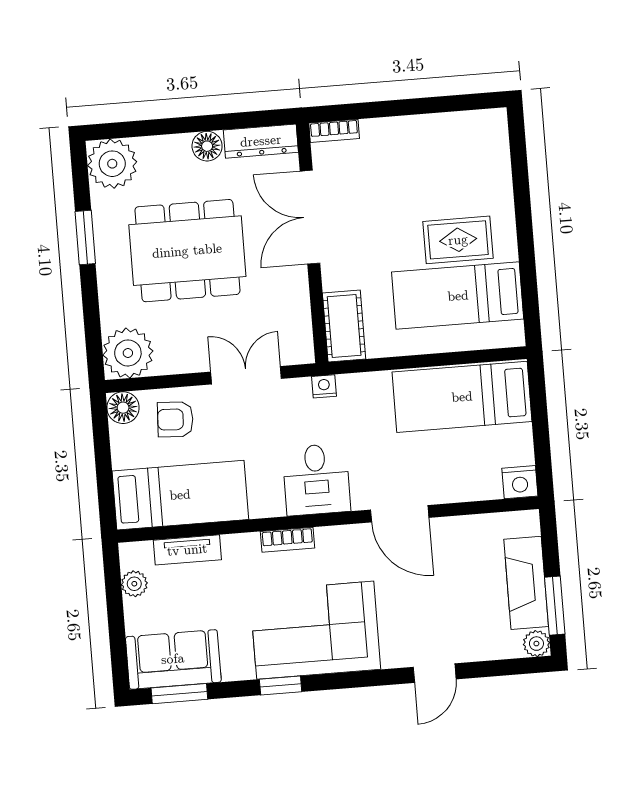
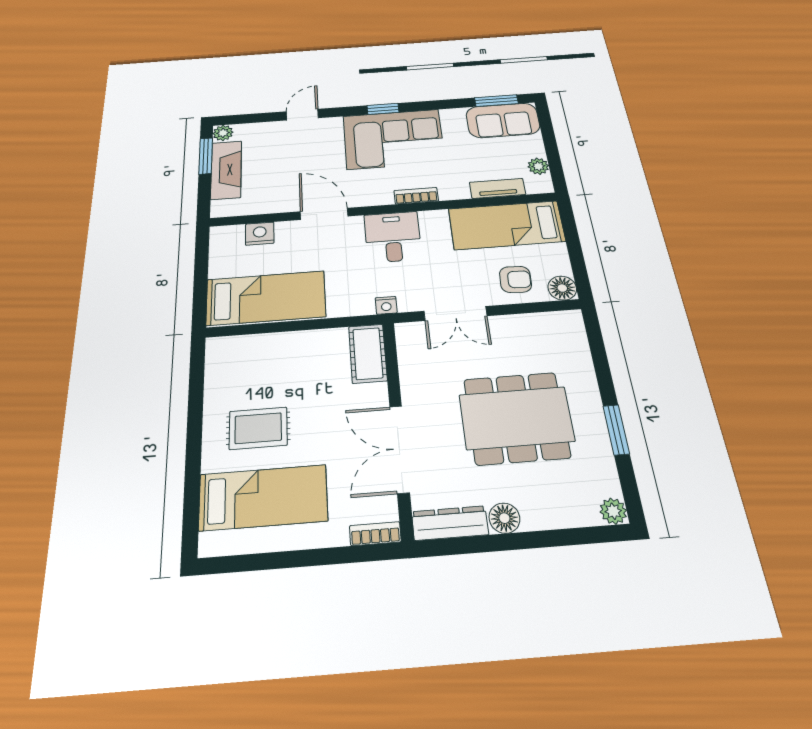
plant: (112, 164) -> (613, 511), width x0.53, depth x0.53
double door: (310, 217) -> (399, 449), swing flipped
bed: (458, 296) -> (263, 498), moved
plant: (128, 353) -> (563, 331), removed
nightstand: (520, 482) -> (260, 234), moved
window: (281, 686) -> (383, 109), moved

